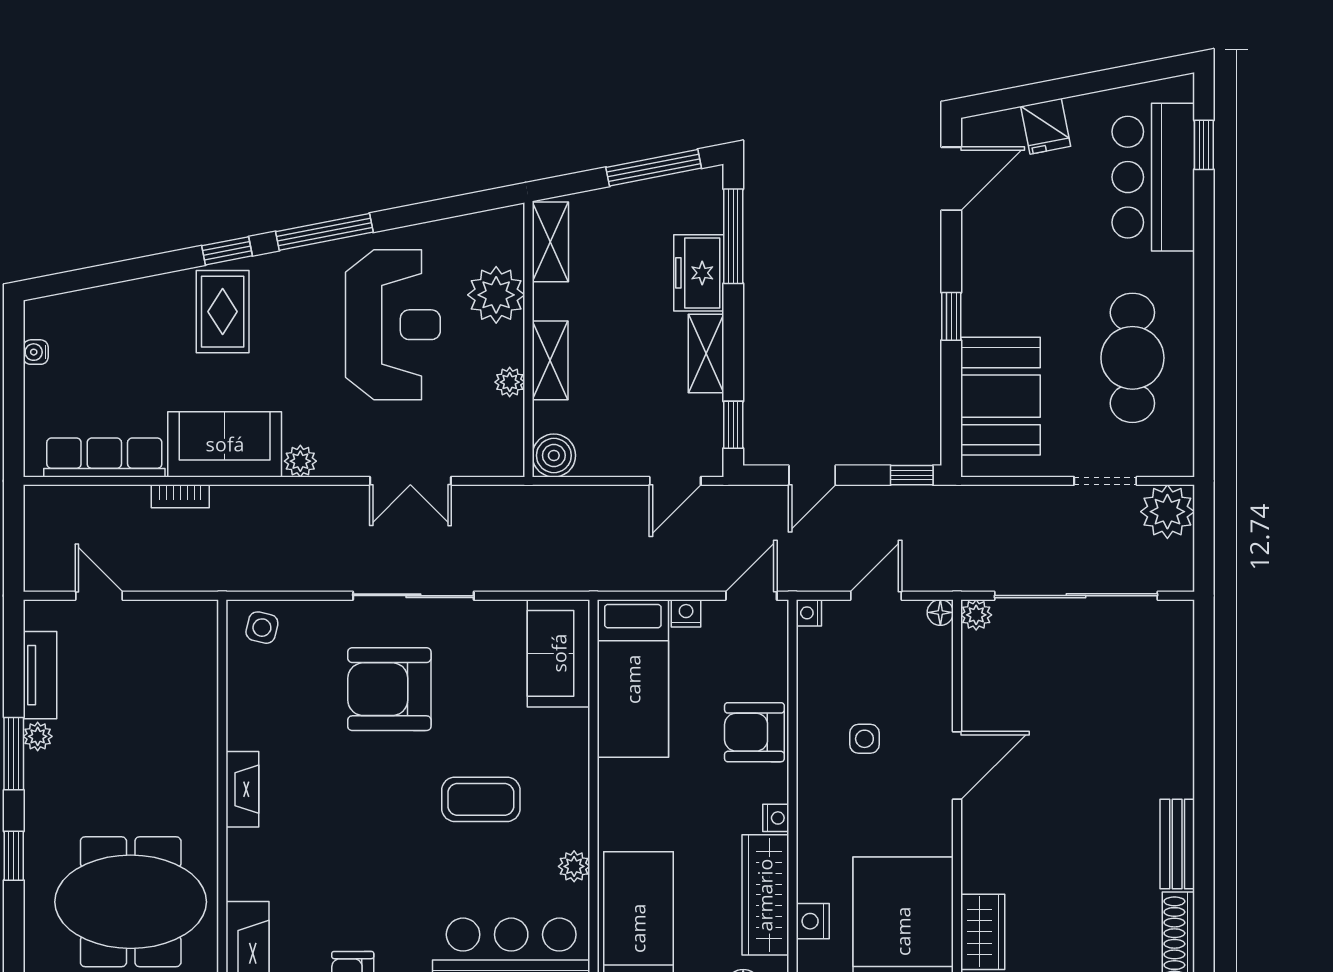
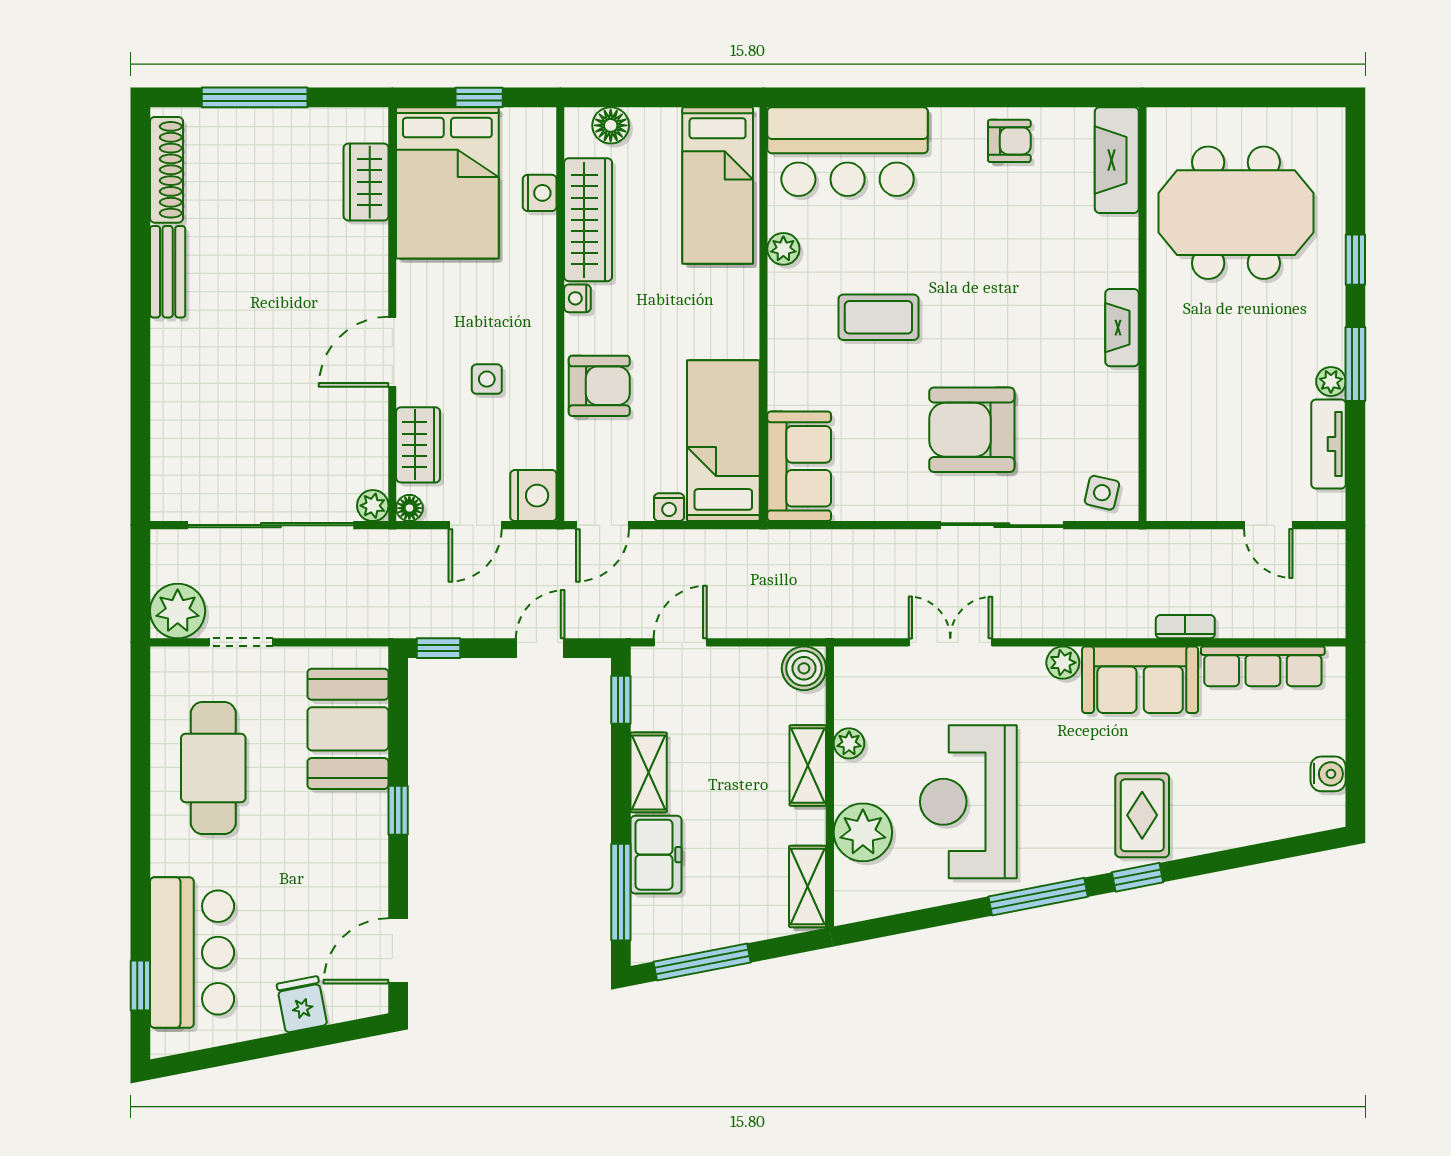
water cooler: (36, 352) -> (1328, 774), width x1.38, depth x1.38
sliding door: (413, 596) -> (1002, 525), moved
nightstand: (809, 613) -> (533, 496), width x1.89, depth x1.79
wardrobe: (932, 674) -> (418, 445), added
armchair: (389, 689) -> (972, 430), turned 180

